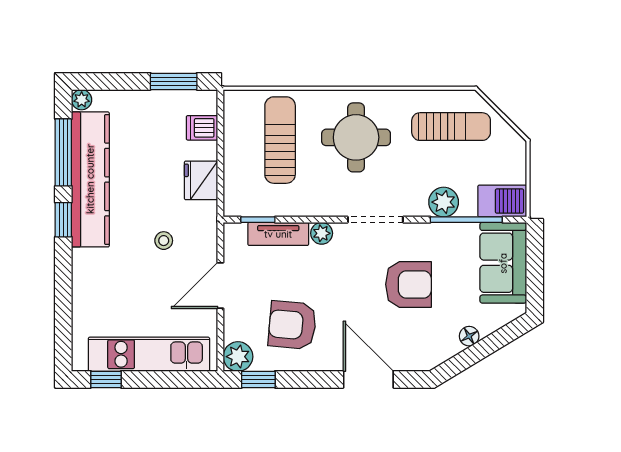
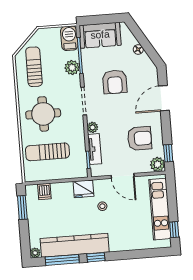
fridge: (201, 180) -> (83, 189), moved
armchair: (408, 284) -> (115, 82), turned 180
armchair: (292, 325) -> (140, 138), turned -95

